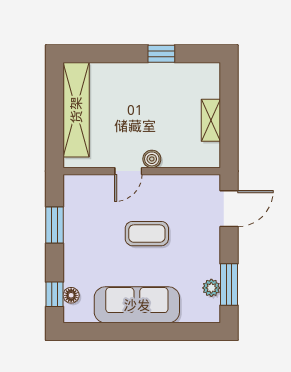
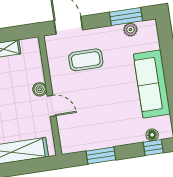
coffee table: (147, 234) -> (86, 60), moved, turned 90

